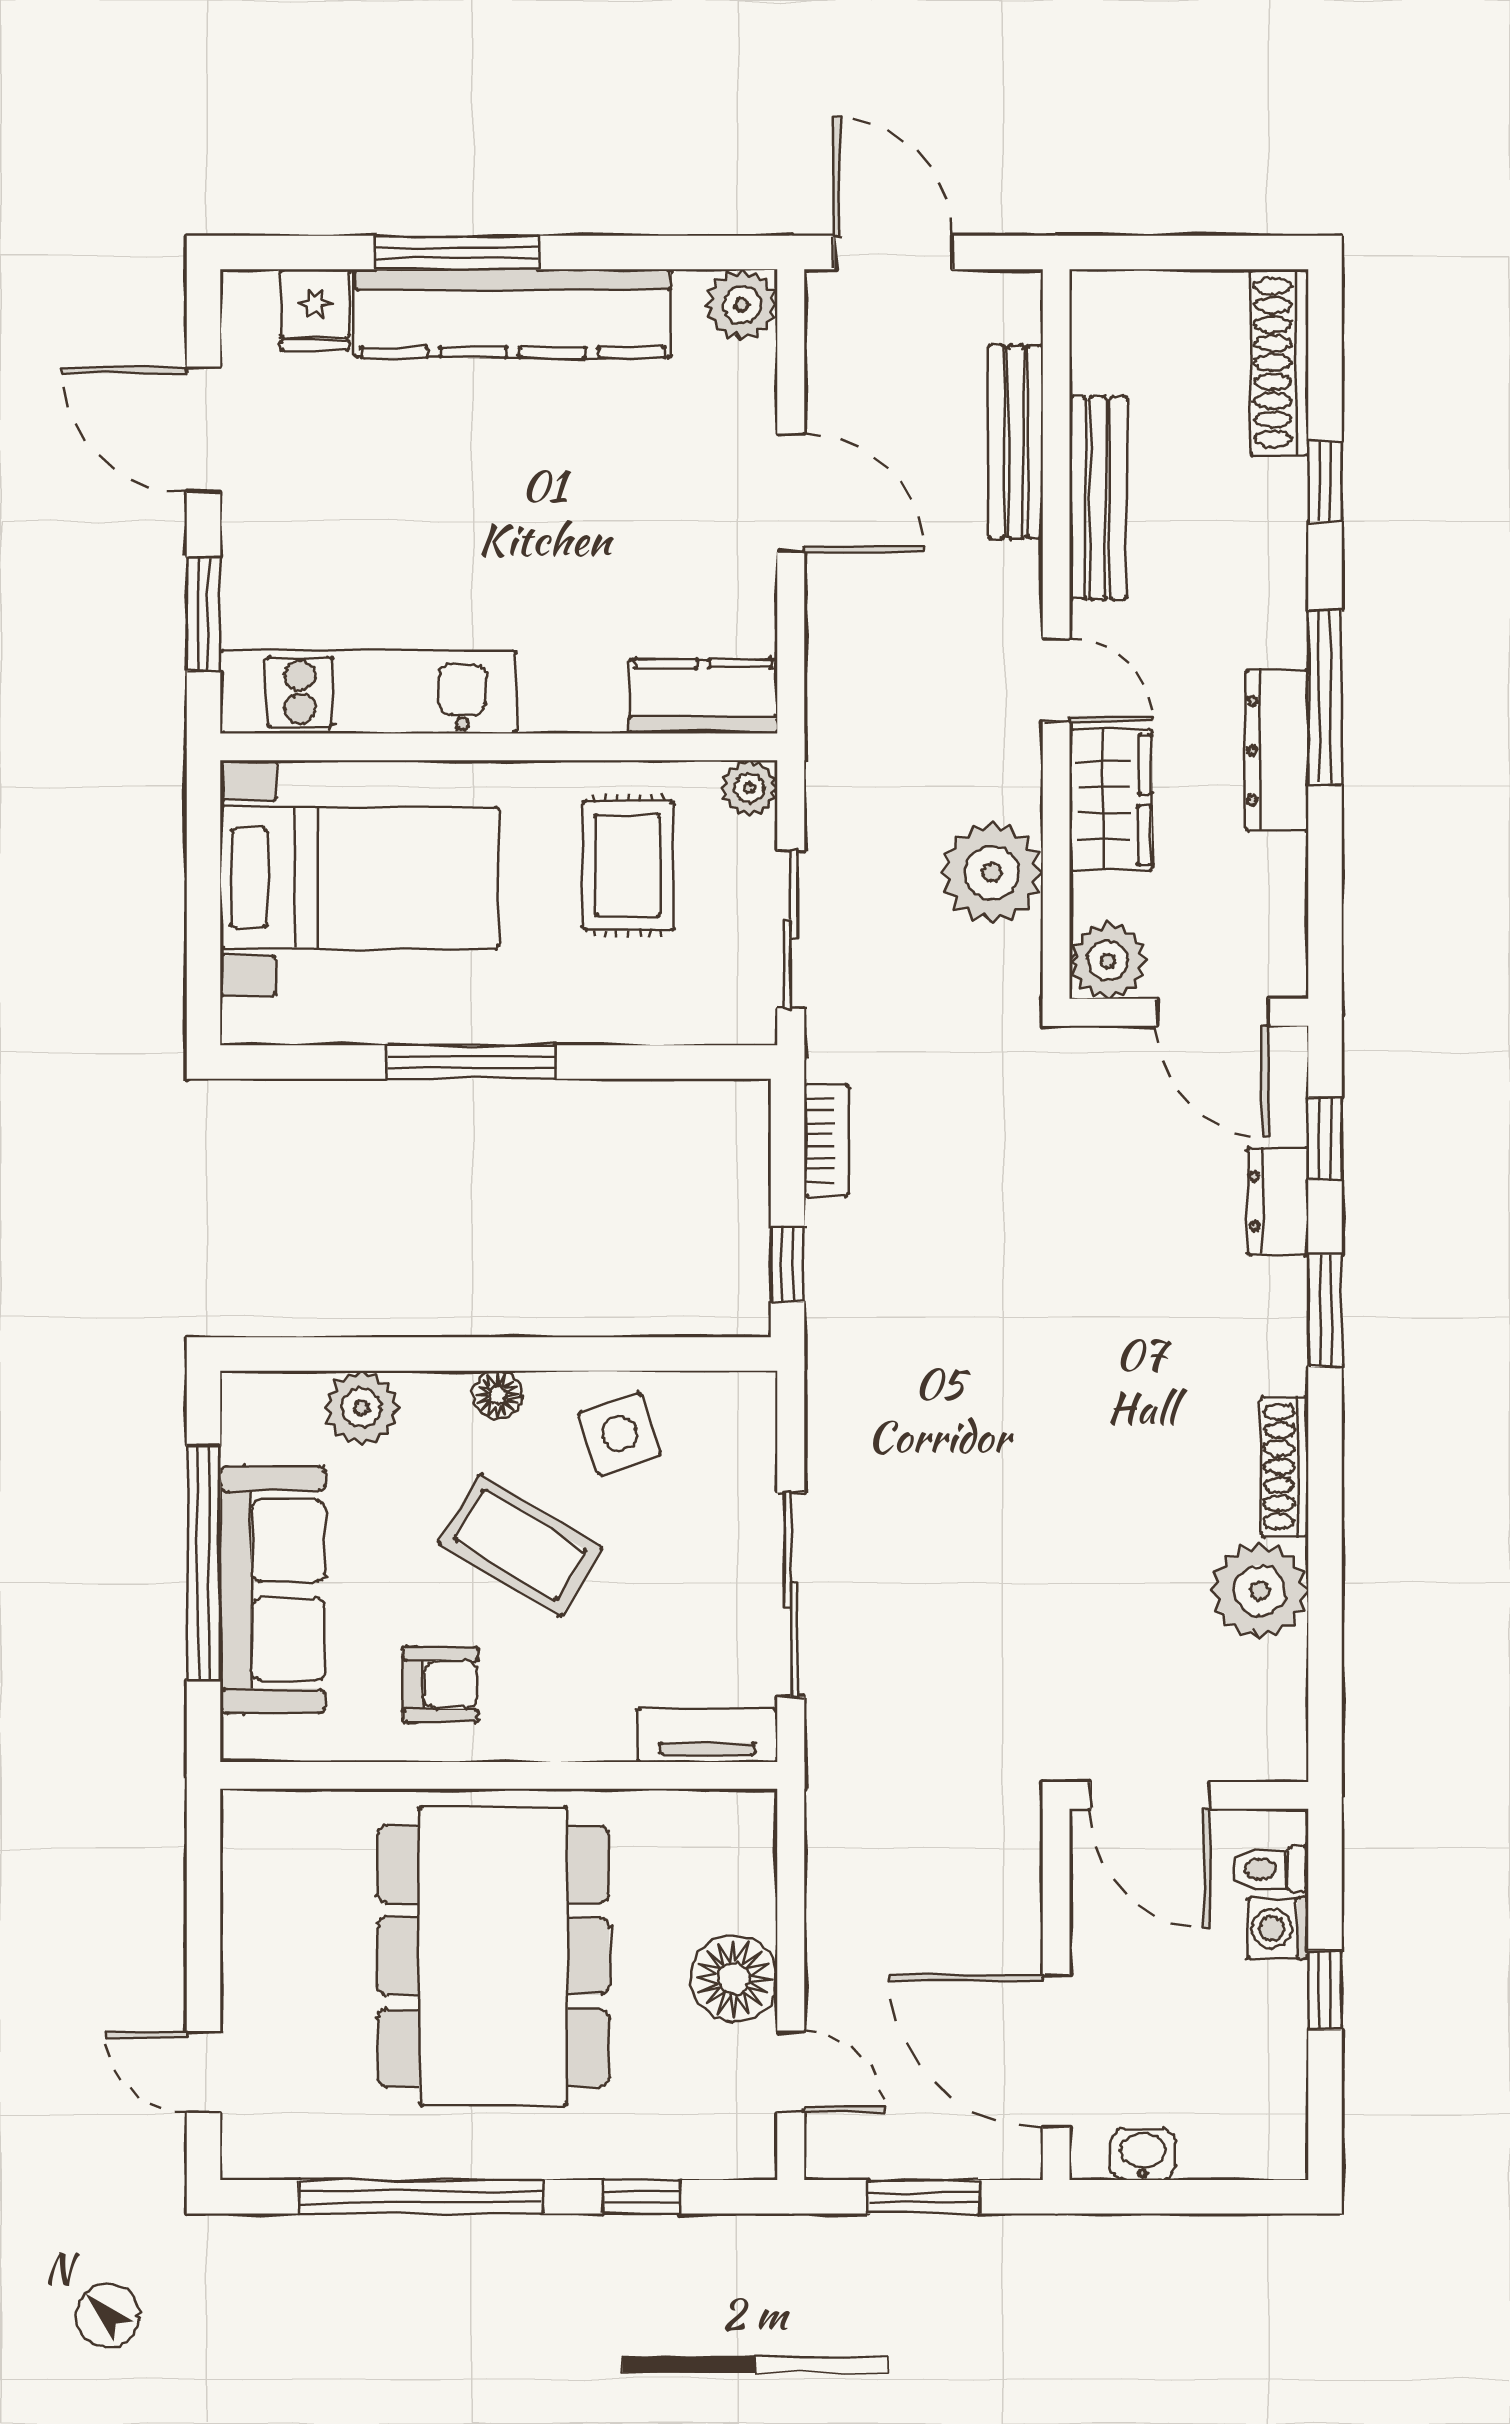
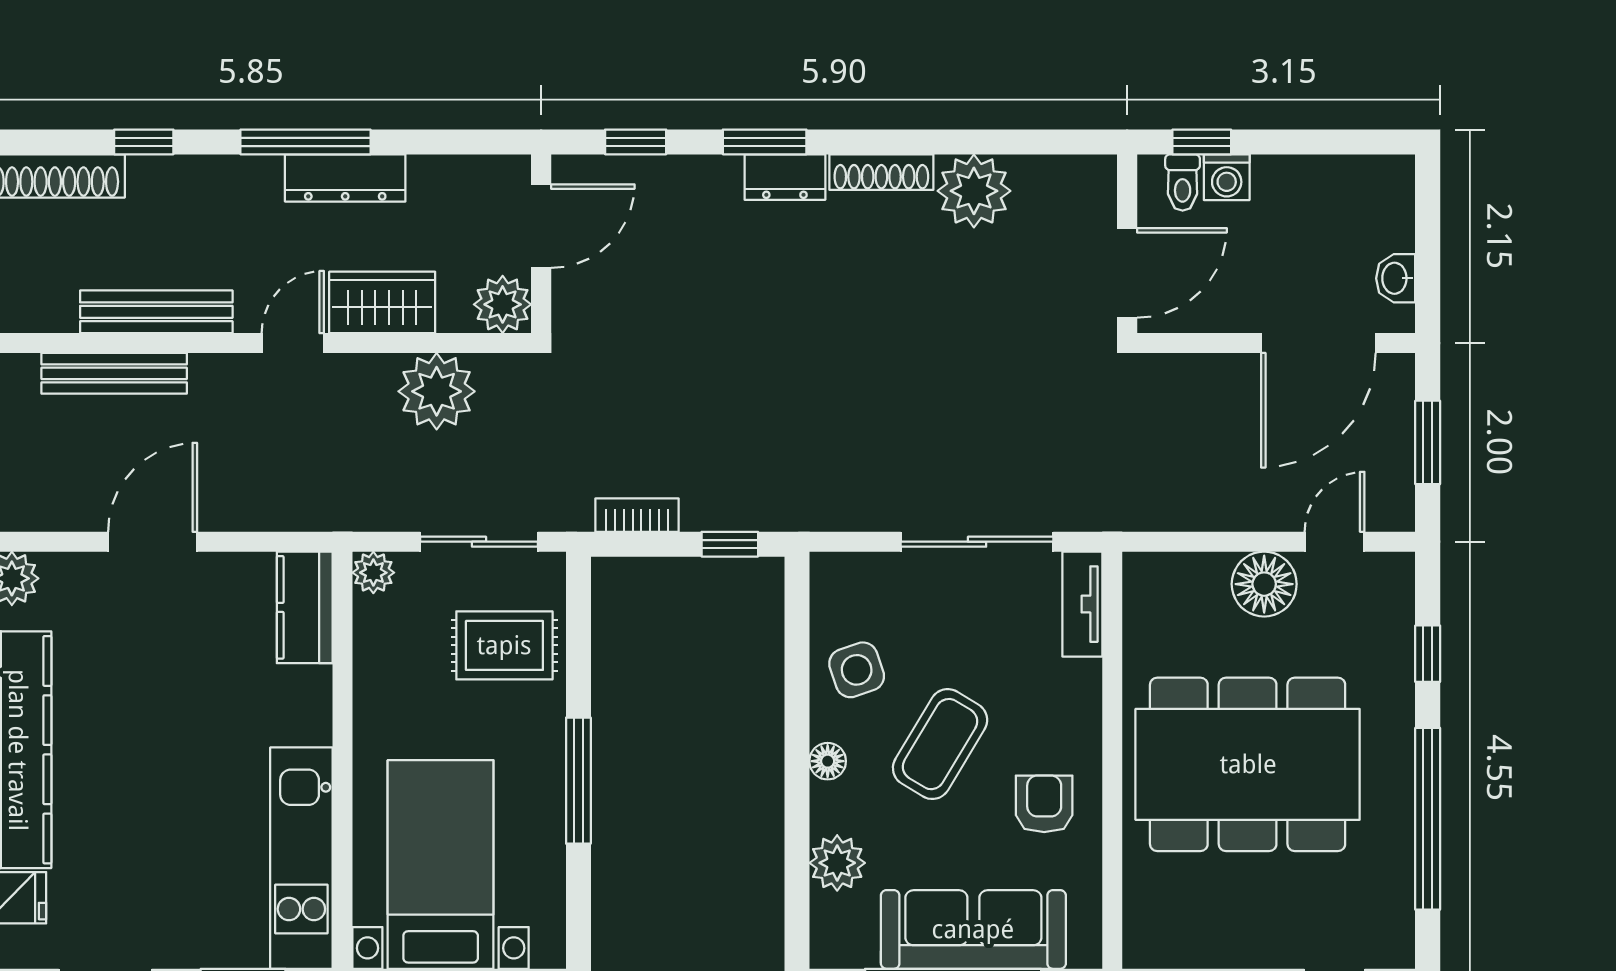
rug: (628, 865) -> (504, 645), moved
dresser: (1278, 1201) -> (785, 177), moved
window: (1325, 1990) -> (1202, 142), moved

